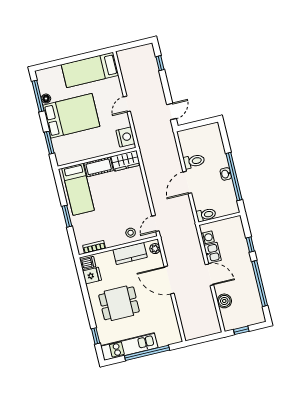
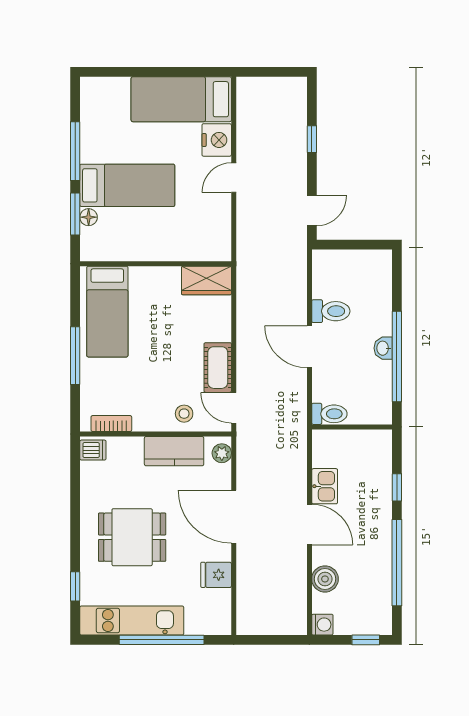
window: (160, 63) -> (312, 139), moved
window: (38, 96) -> (75, 151), moved
floor lamp: (46, 99) -> (89, 217), moved
bed: (71, 116) -> (127, 185), width x0.67
nightstand: (125, 137) -> (217, 140), moved
cot: (99, 167) -> (218, 368), moved, turned 90
door: (187, 182) -> (309, 347), hinge flipped
window: (67, 216) -> (75, 356), width x1.44
door: (156, 224) -> (234, 408), hinge flipped
washing machine: (208, 237) -> (322, 625), moved
fridge: (92, 276) -> (216, 575), moved, turned 180
window: (241, 330) -> (366, 640), moved

